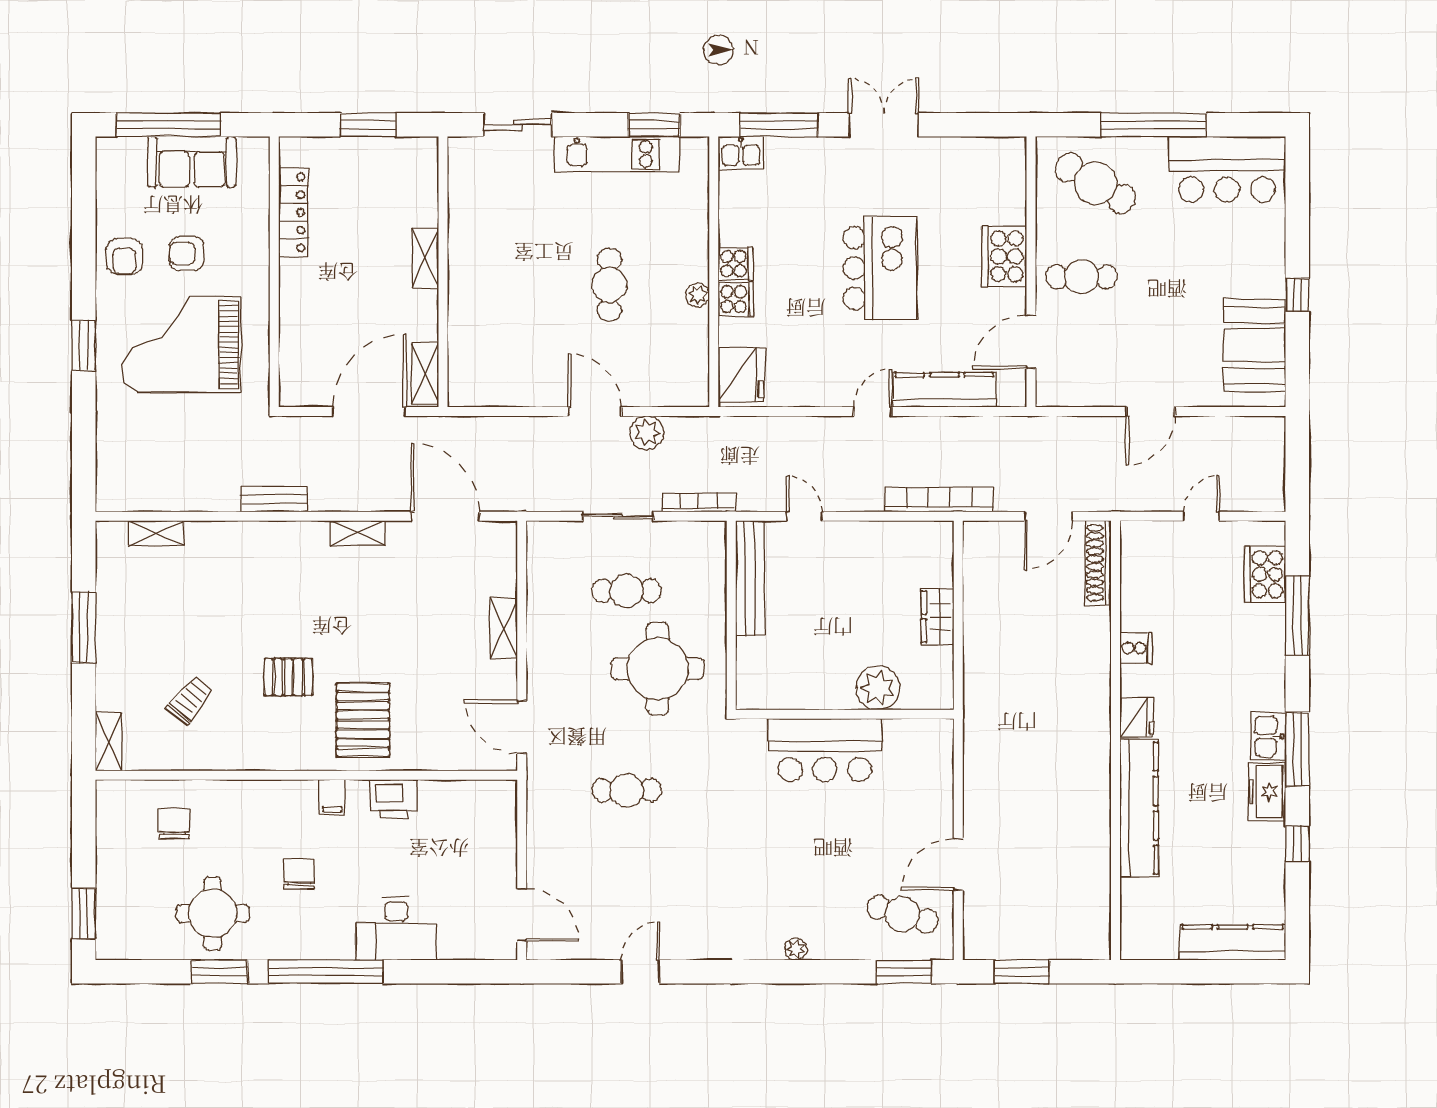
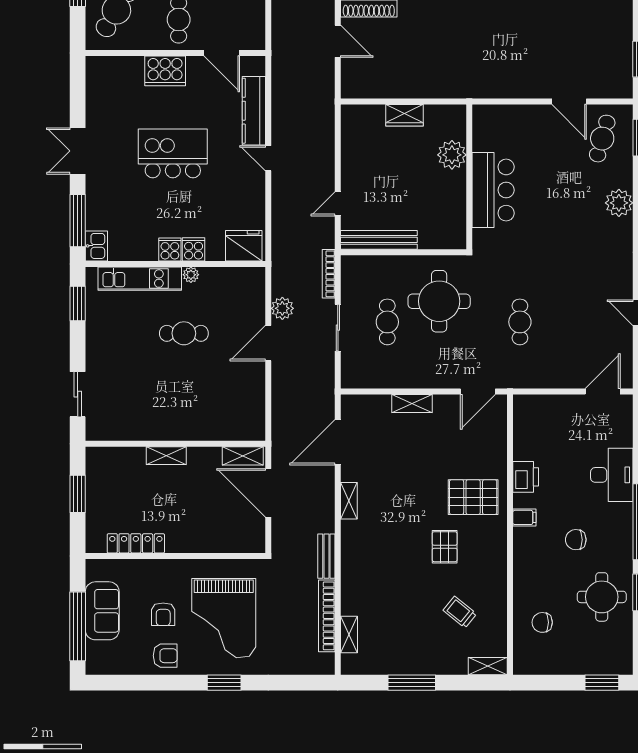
kitchen unit: (617, 154) -> (140, 279), moved, turned 90
bookcase: (939, 500) -> (327, 616), moved
plant: (796, 949) -> (619, 203), width x1.88, depth x1.88

